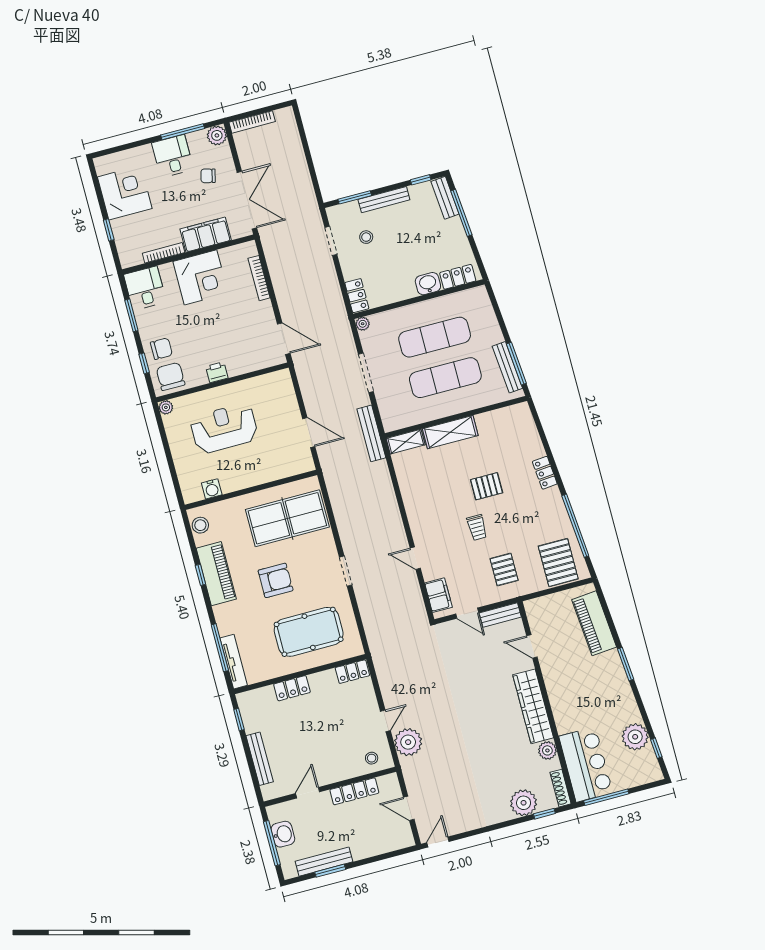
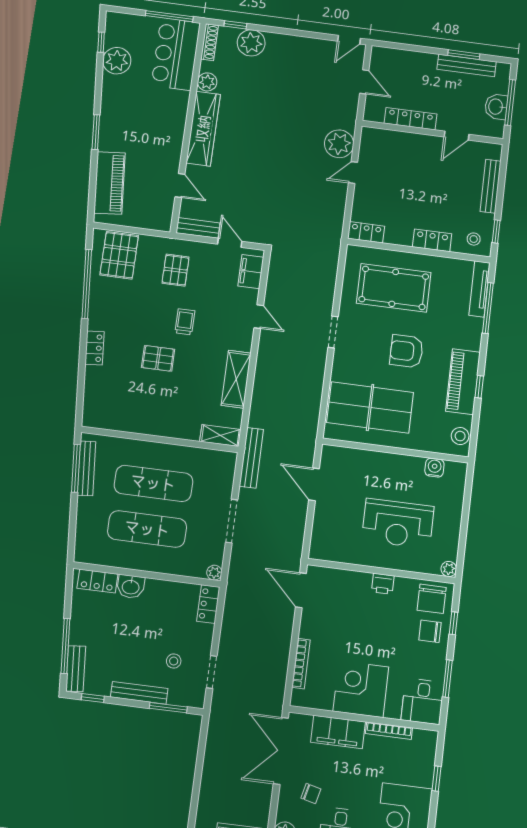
shelving: (450, 432) -> (236, 379), moved, turned 90
stool: (372, 758) -> (474, 239), moved

